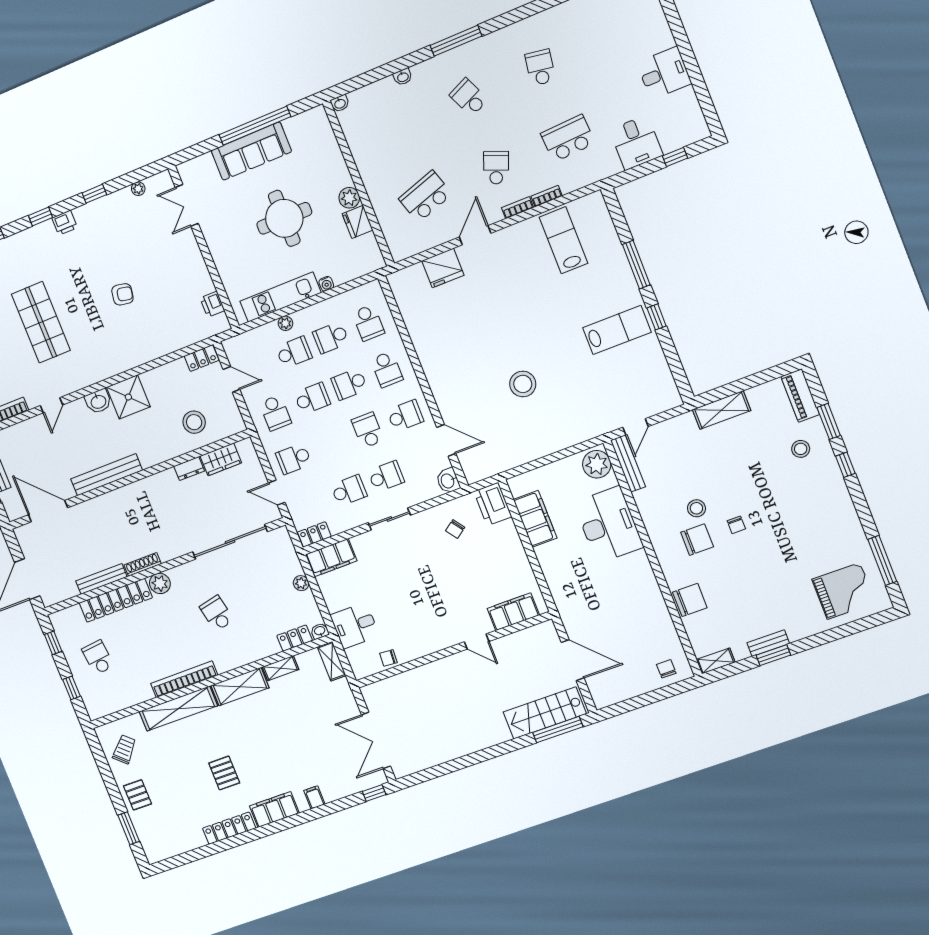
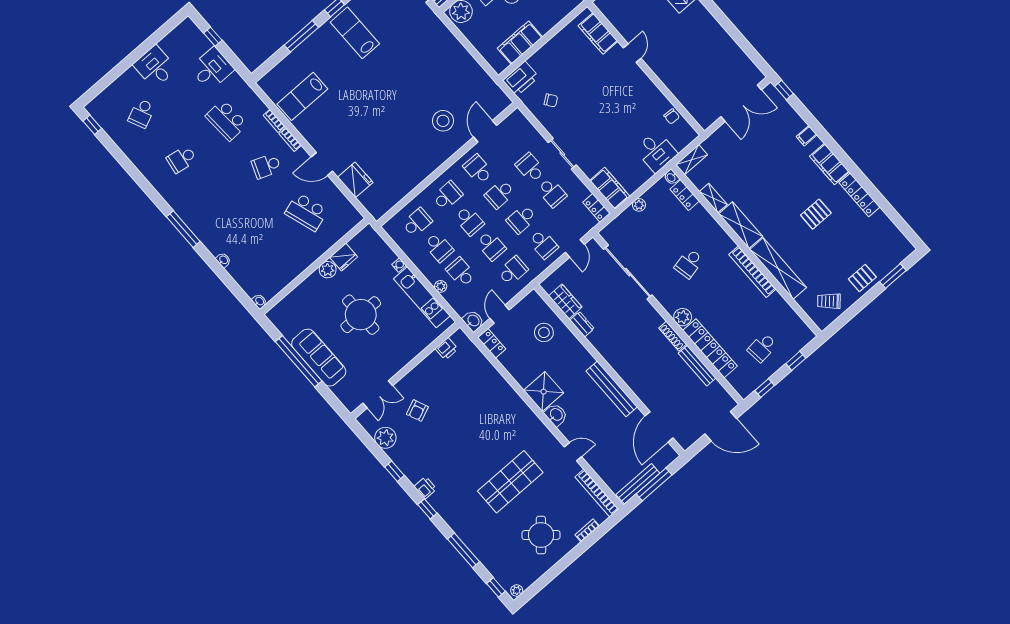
school desk: (469, 97) -> (142, 113), moved
plant: (138, 189) -> (385, 438), width x1.88, depth x1.88
armchair: (122, 294) -> (417, 411), moved, turned -123
stool: (523, 384) -> (443, 121), moved
school desk: (312, 398) -> (491, 246), turned 180
school desk: (331, 445) -> (522, 219), added
washbasin: (448, 481) -> (473, 321), moved, turned -90
school desk: (349, 491) -> (552, 193), turned 180

